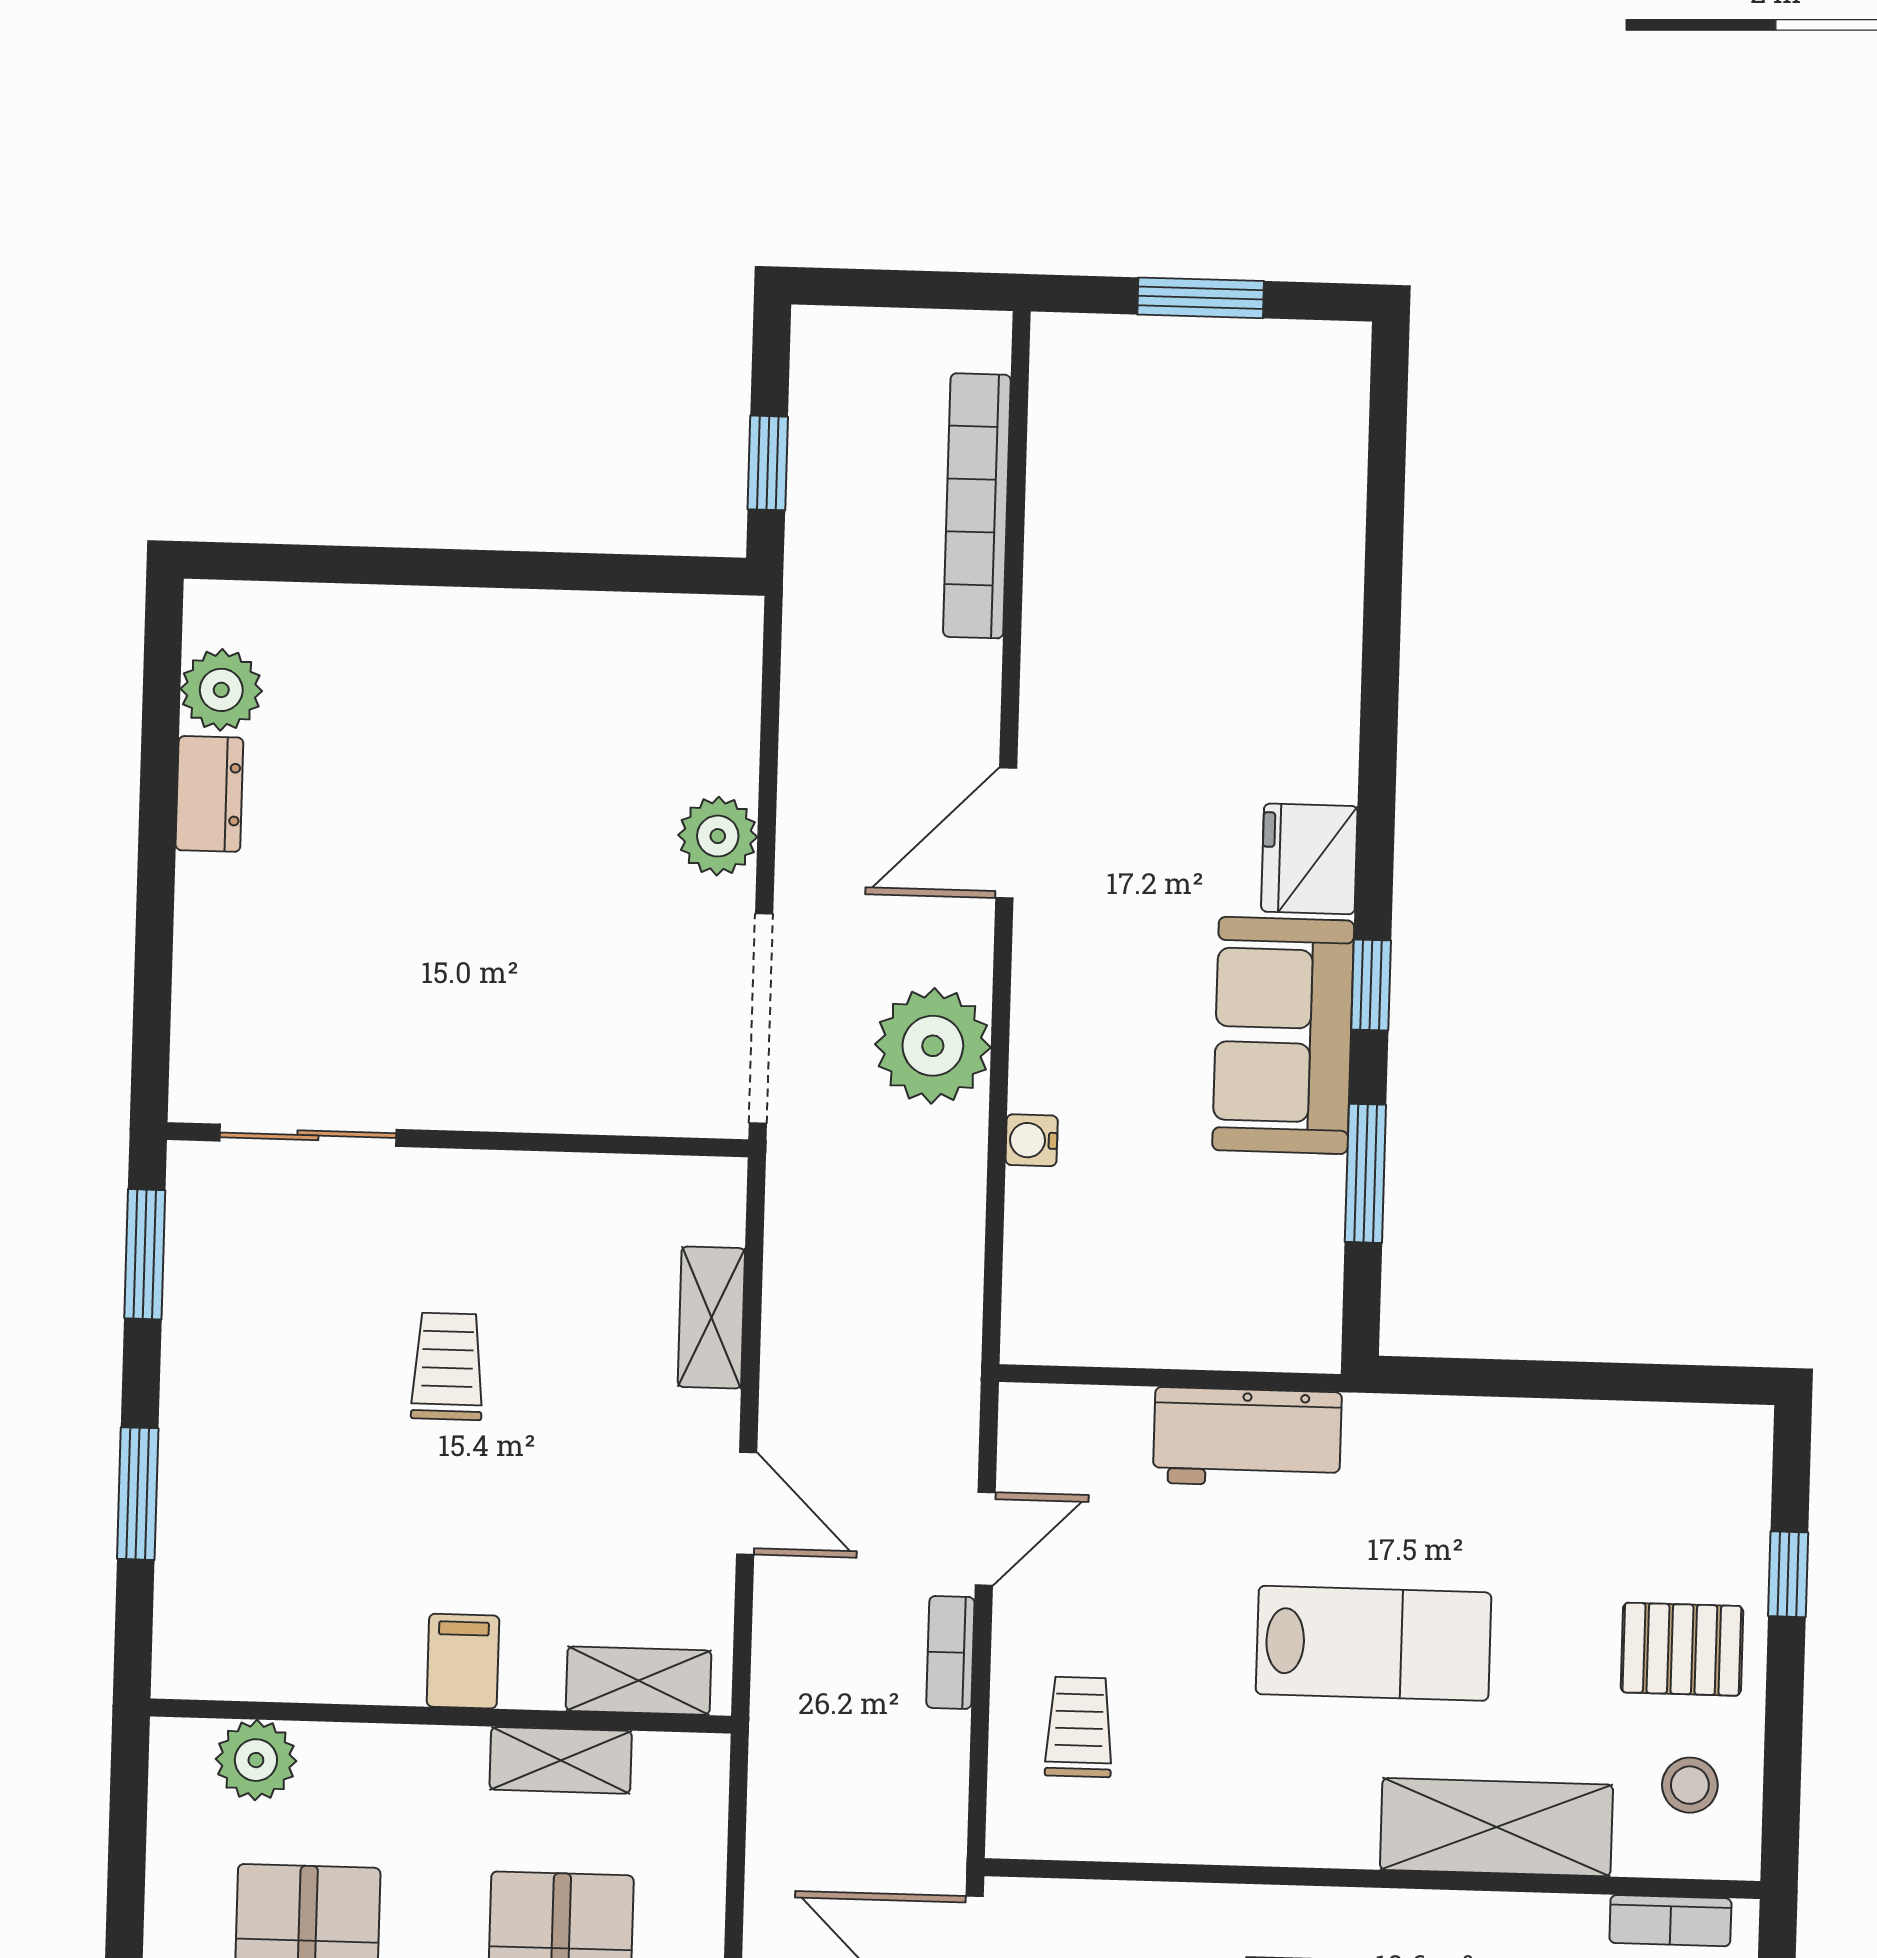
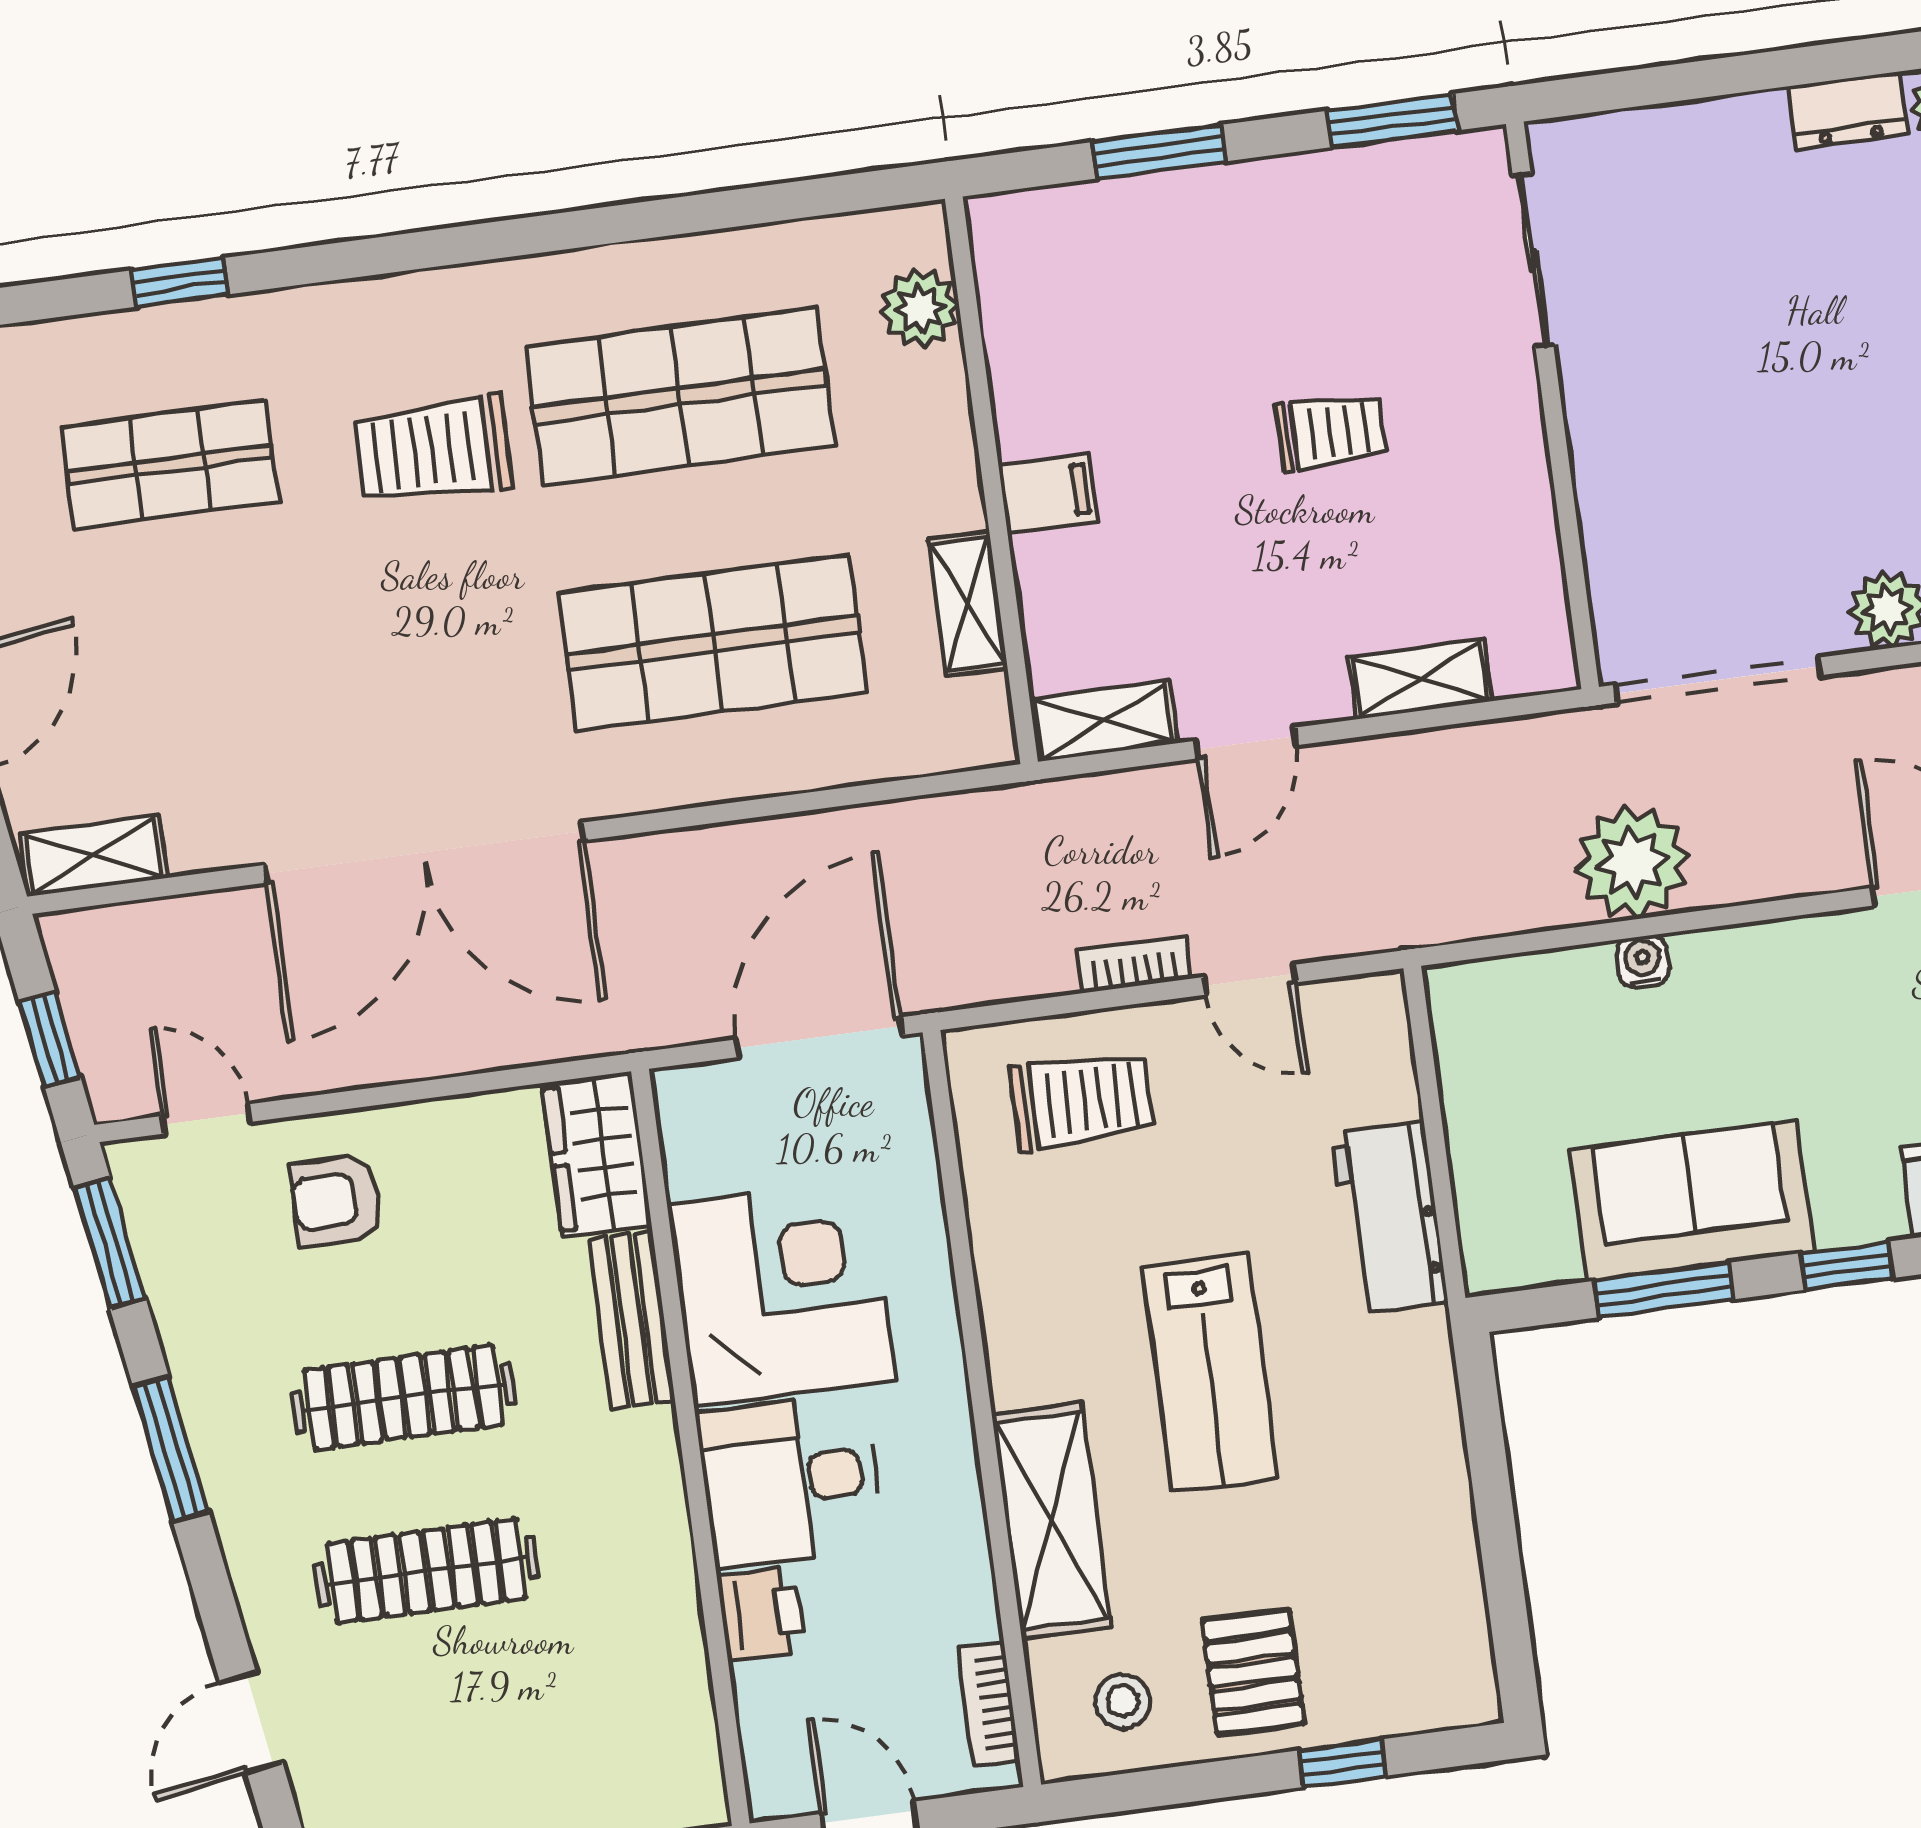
sofa: (1283, 1035) -> (1691, 1201), moved
plant: (933, 1046) -> (1632, 862), moved
shelving: (639, 1681) -> (1104, 721), moved, turned 90
trolley: (1079, 1727) -> (1082, 1100), width x1.36, depth x1.39

